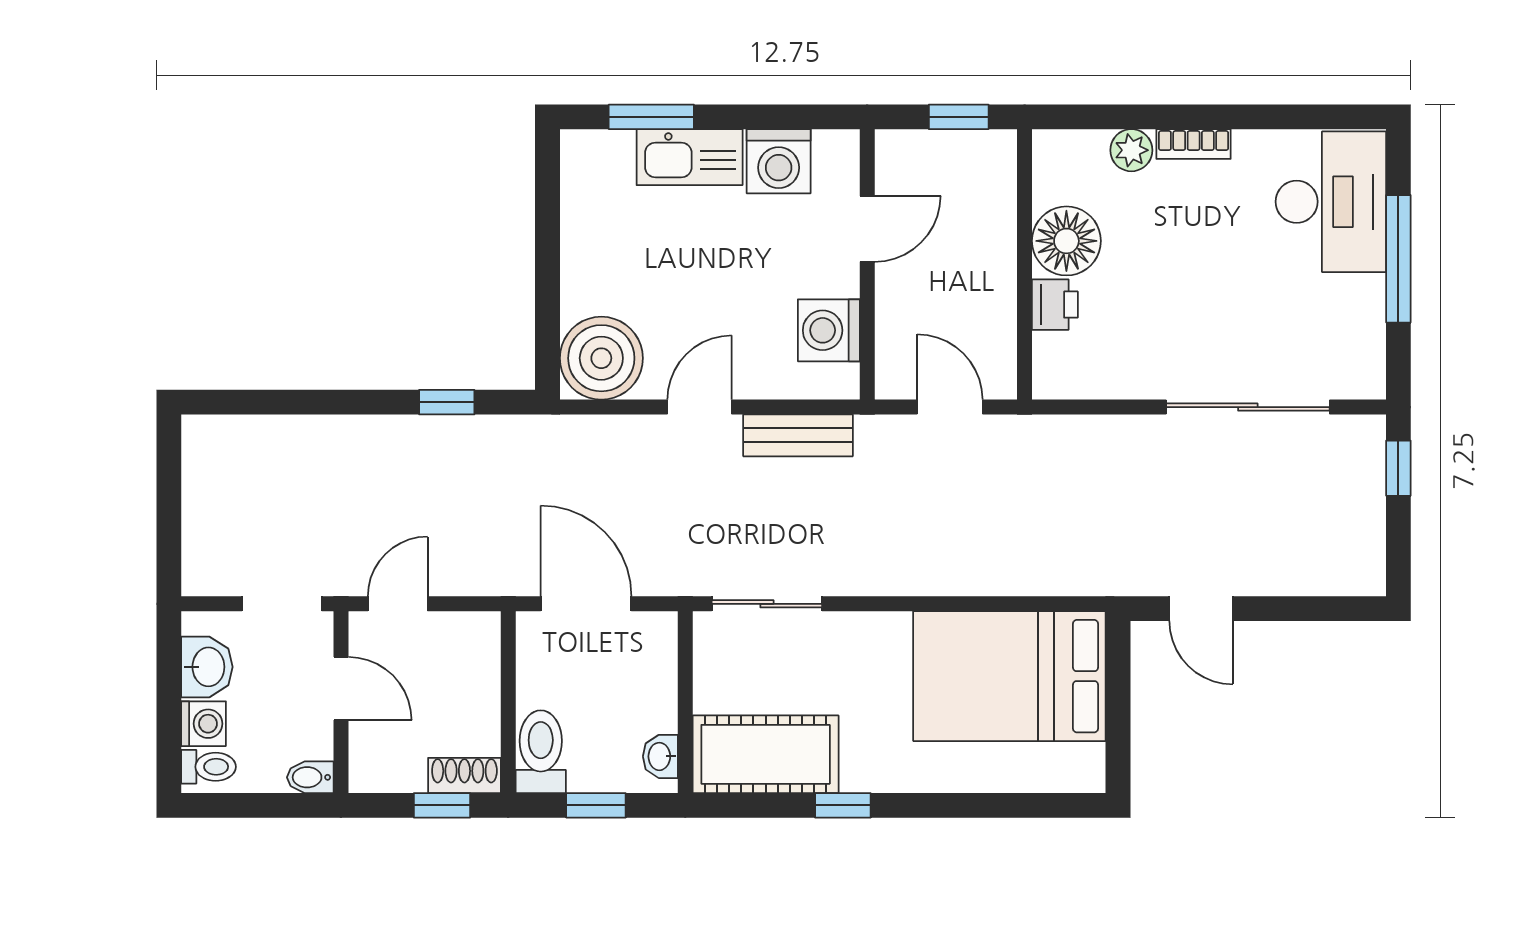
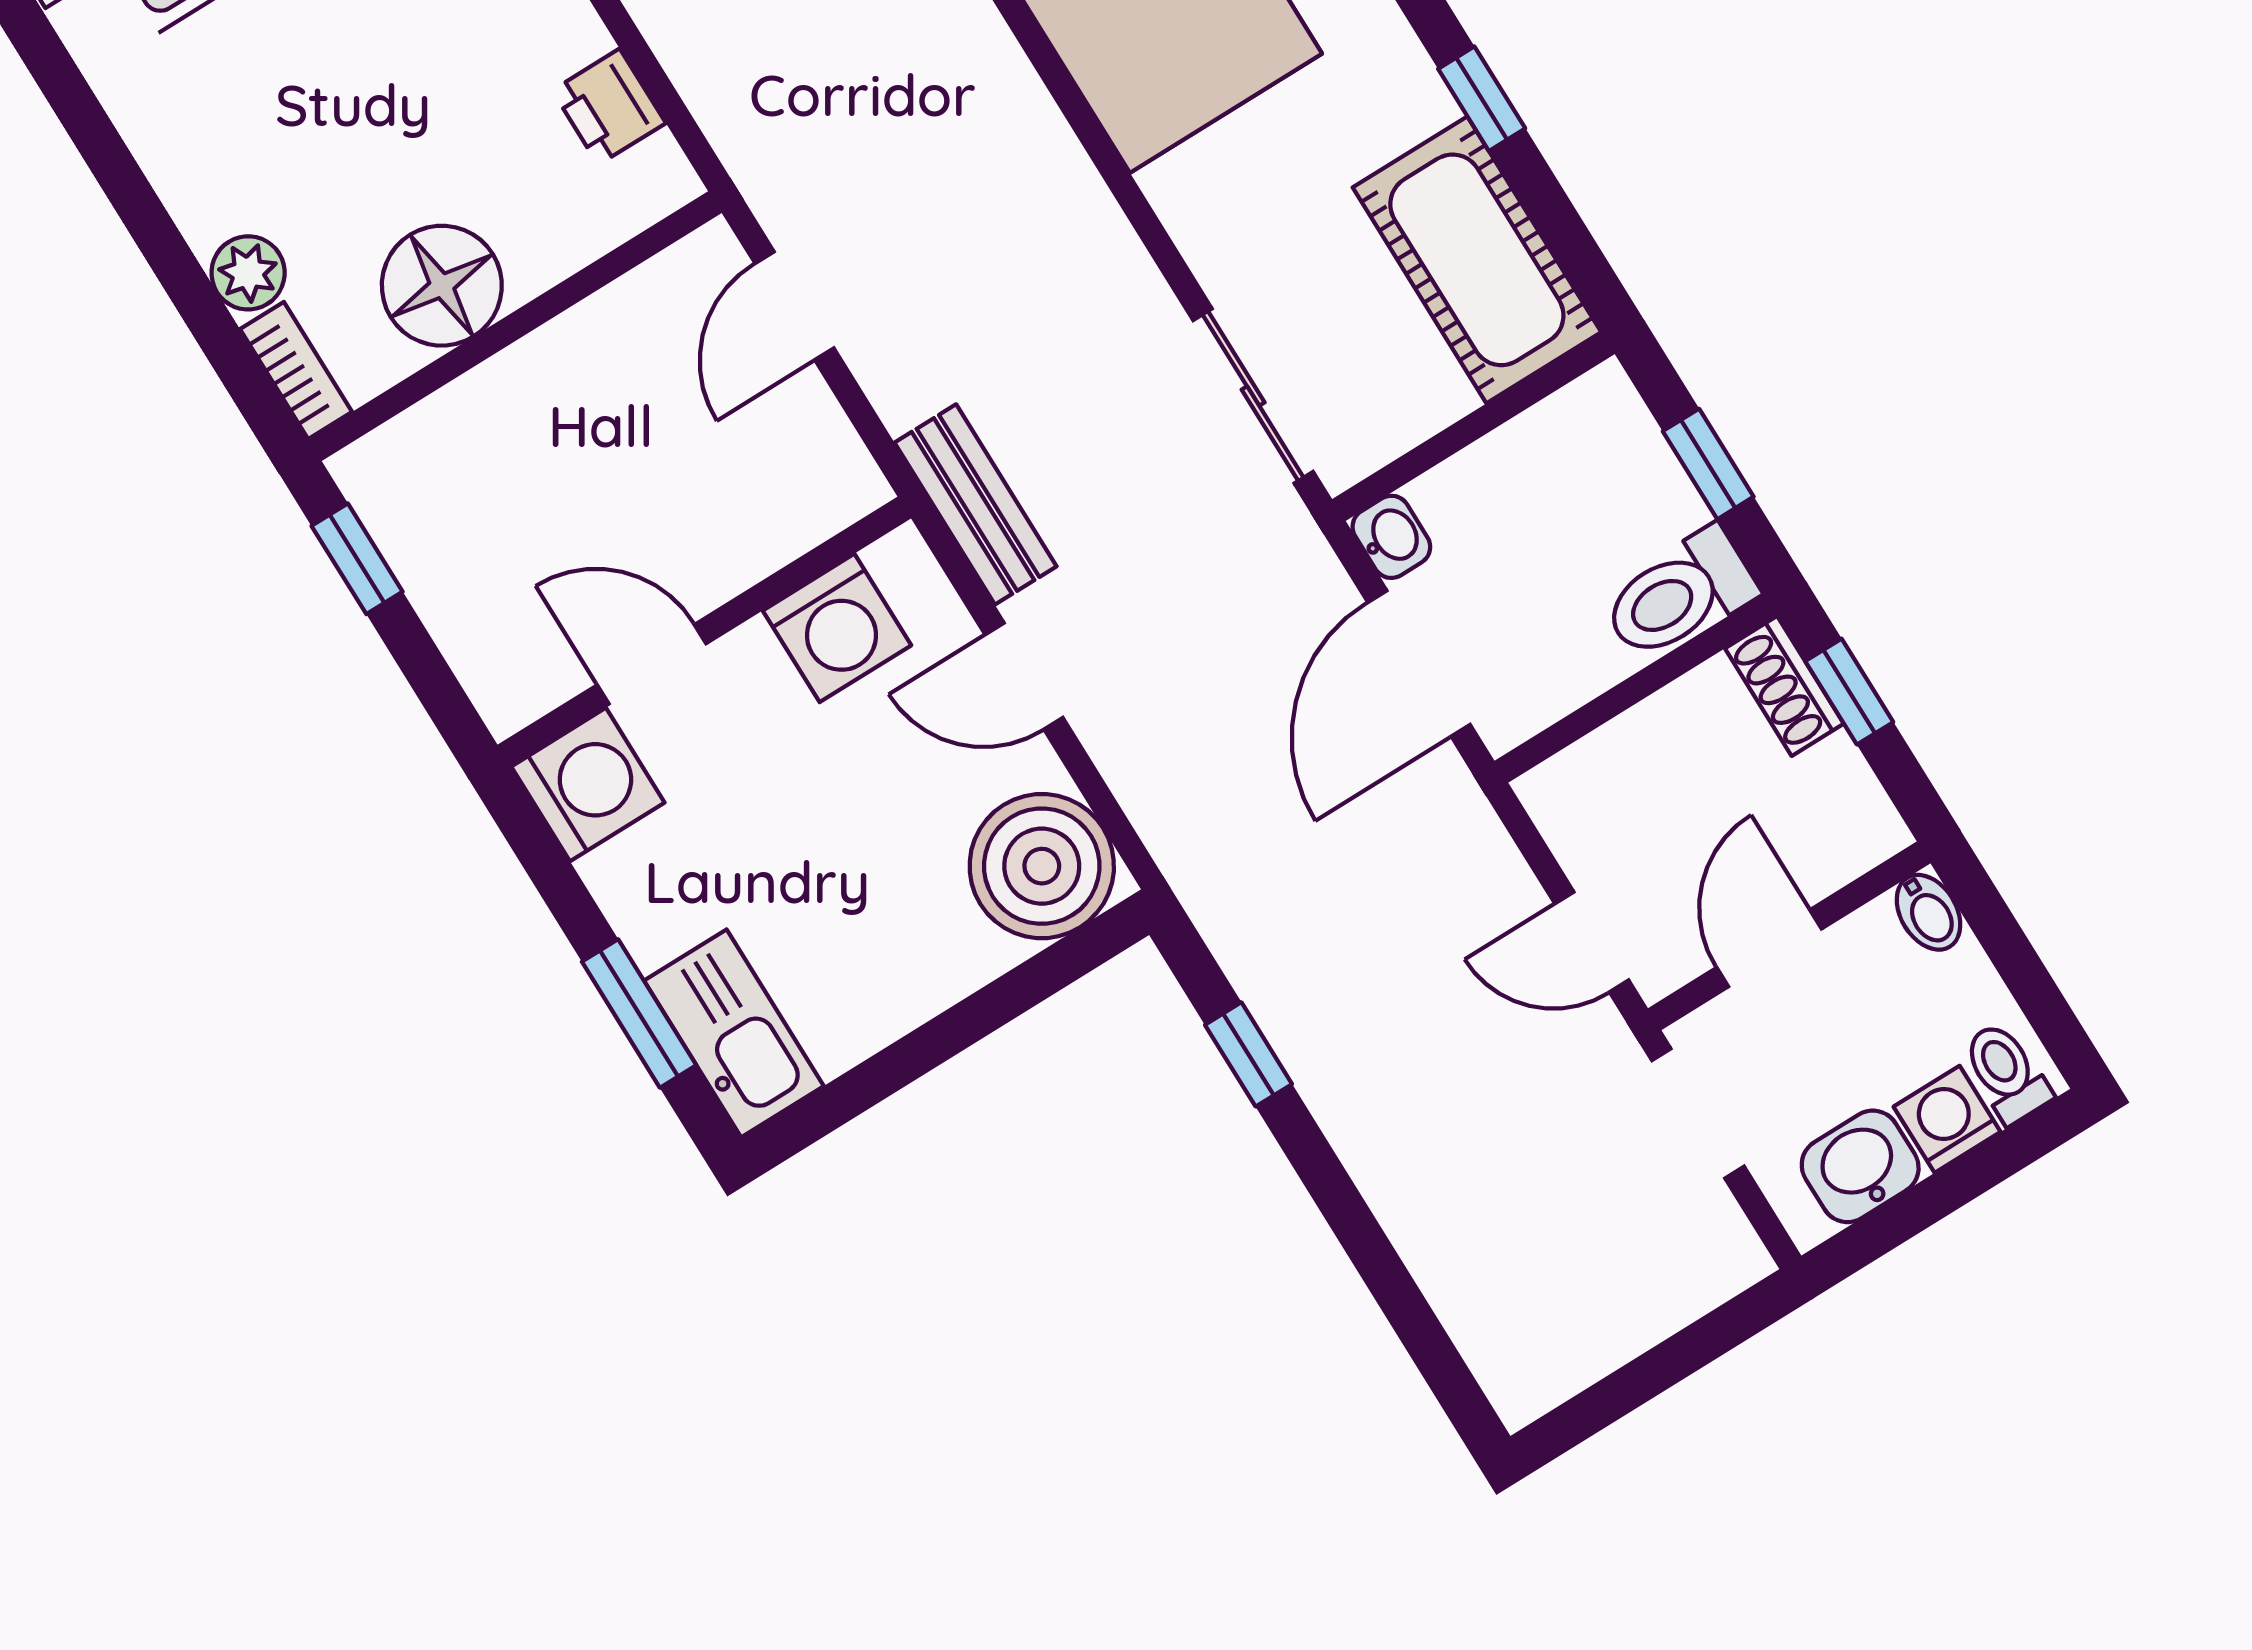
bookcase: (1194, 144) -> (296, 370), moved
kitchen sink: (690, 157) -> (734, 1033), moved
door: (867, 229) -> (652, 664), moved
wall: (867, 264) -> (704, 632), moved
printer: (1055, 305) -> (609, 107), moved, turned -90
washing machine: (829, 330) -> (837, 628), moved
washbasin: (660, 756) -> (1391, 537), moved, turned -90

